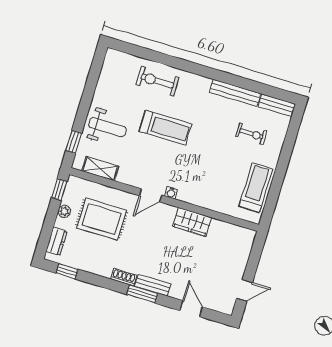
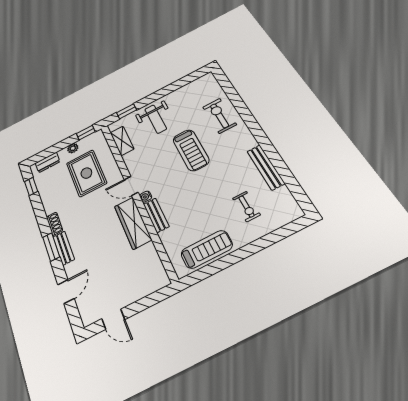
bench: (277, 105) -> (156, 215), moved
wardrobe: (192, 222) -> (133, 223), width x1.50

